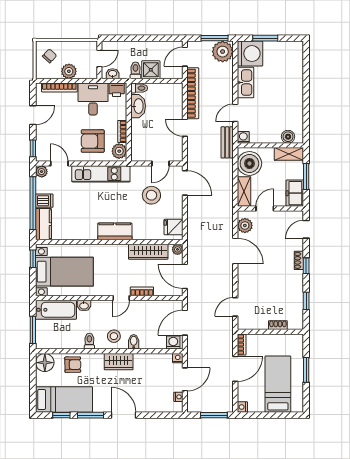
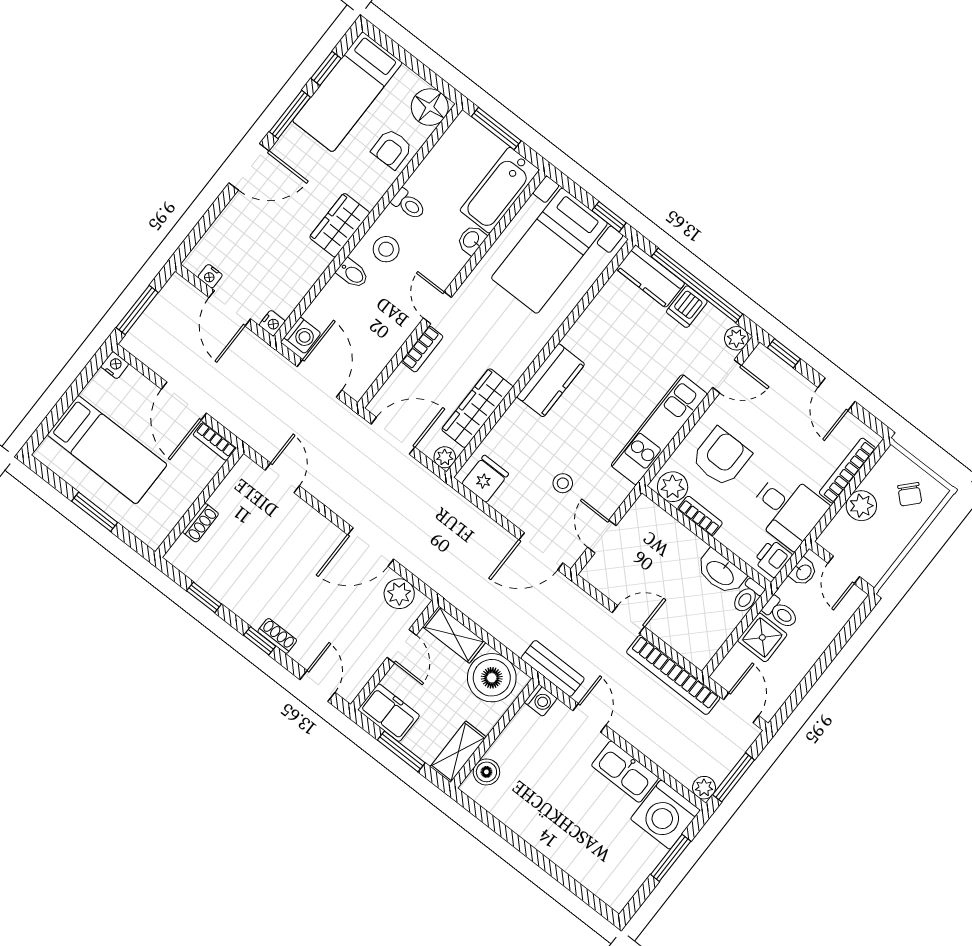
plant: (223, 52) -> (704, 788), width x0.53, depth x0.53
stool: (151, 195) -> (563, 483), width x0.53, depth x0.53

